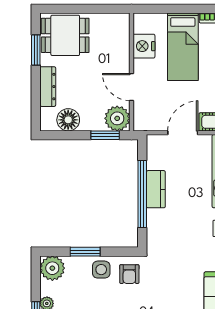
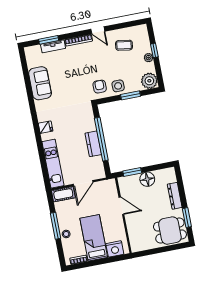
nightstand: (144, 46) -> (115, 249), moved, turned 90
plant: (117, 118) -> (127, 184), removed
floor lamp: (68, 120) -> (147, 179), moved

